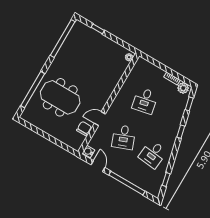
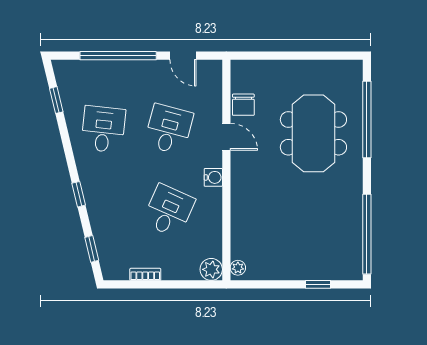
plant: (183, 88) -> (211, 269), moved
meeting table: (60, 97) -> (313, 133), turned 90
desk: (145, 101) -> (169, 211), turned 36
door: (100, 119) -> (226, 137), hinge flipped
desk: (124, 137) -> (169, 129), turned 36
water cooler: (88, 151) -> (213, 177), moved

